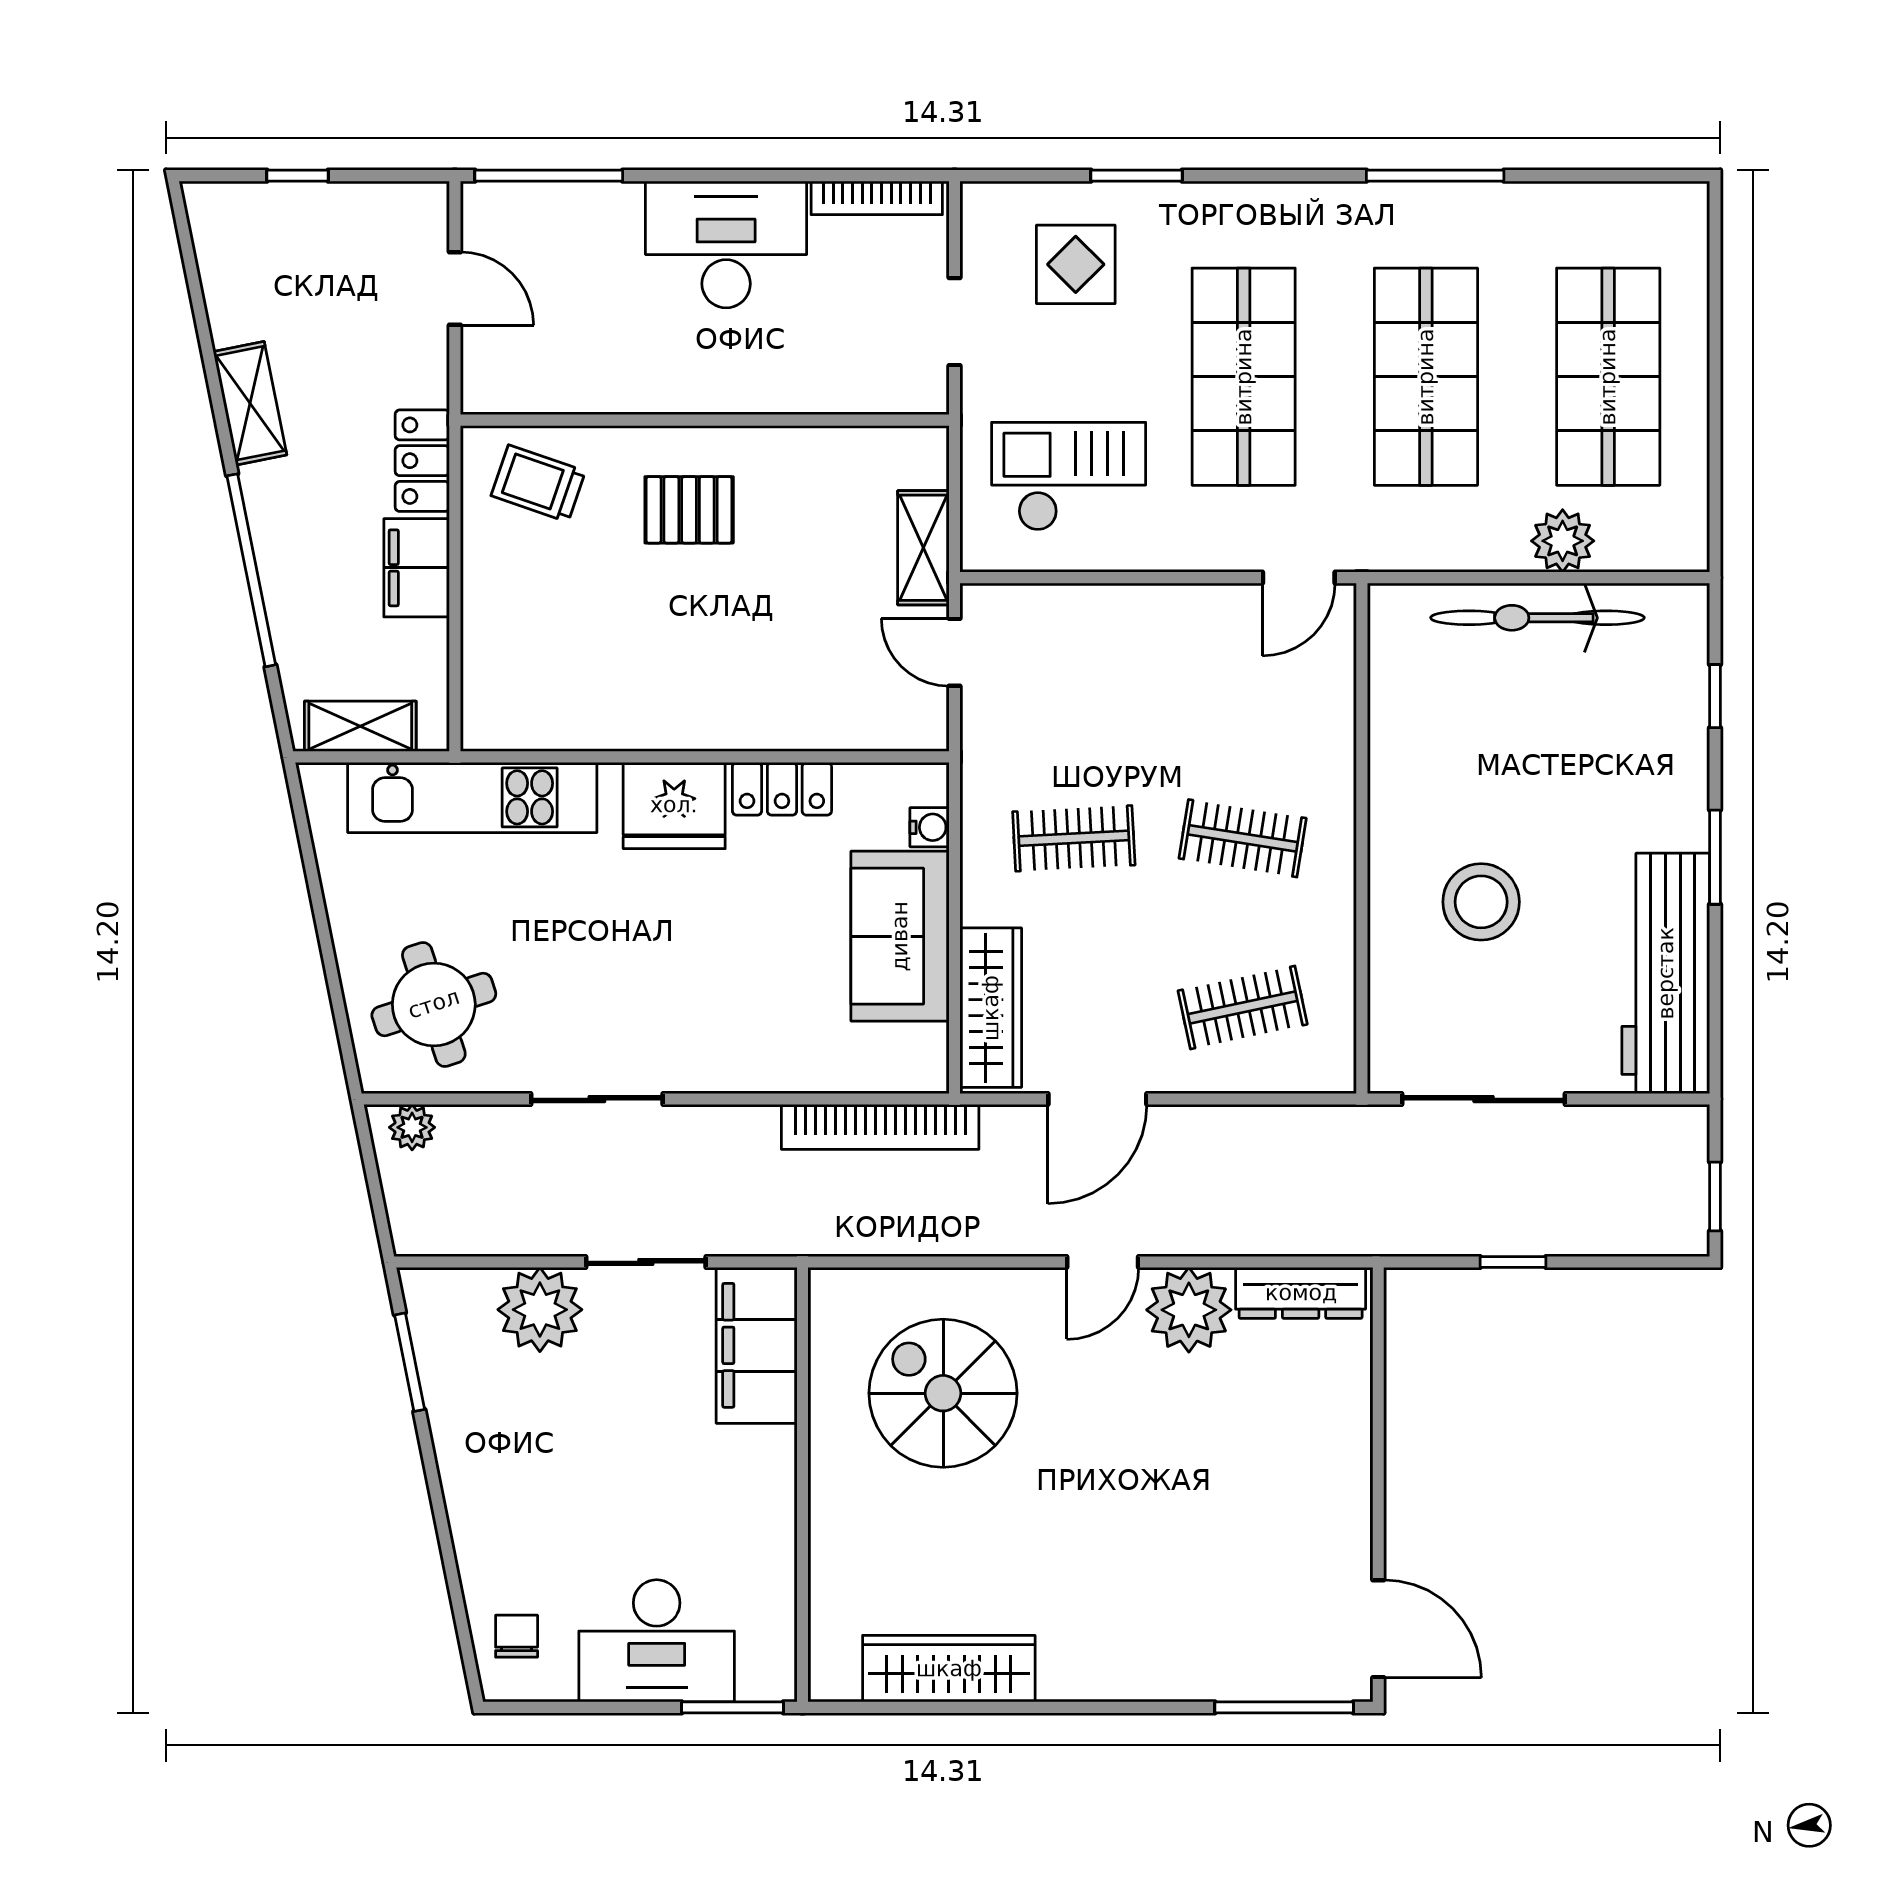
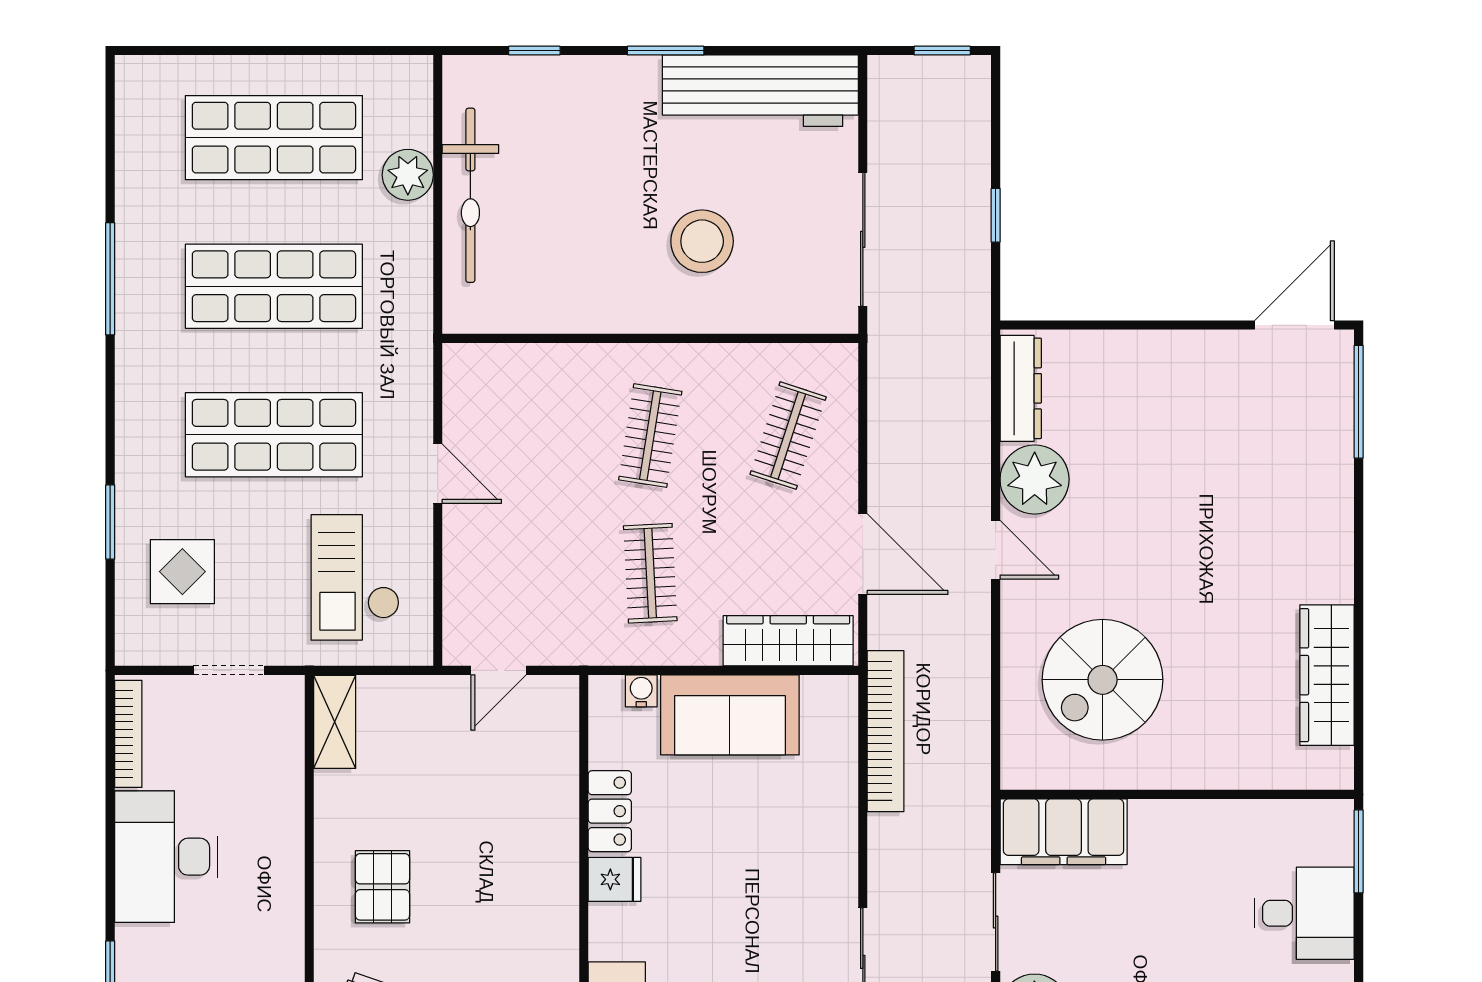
shelving: (923, 548) -> (335, 722), moved, turned 90
door: (1299, 578) -> (438, 474), moved
fridge: (674, 805) -> (615, 879), width x0.53, depth x0.75
clothes rail: (1243, 1008) -> (788, 436), turned 30
desk: (657, 1641) -> (1304, 913), width x0.73

